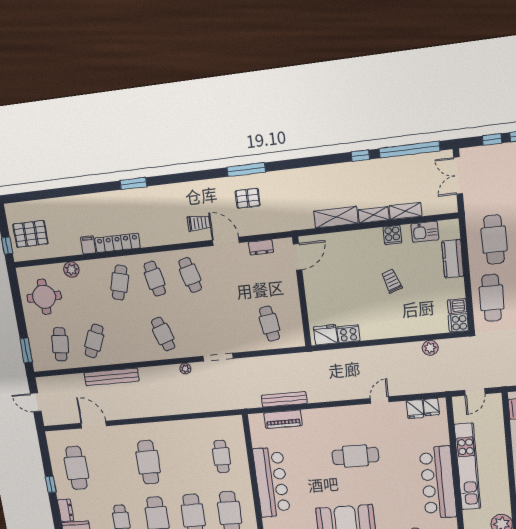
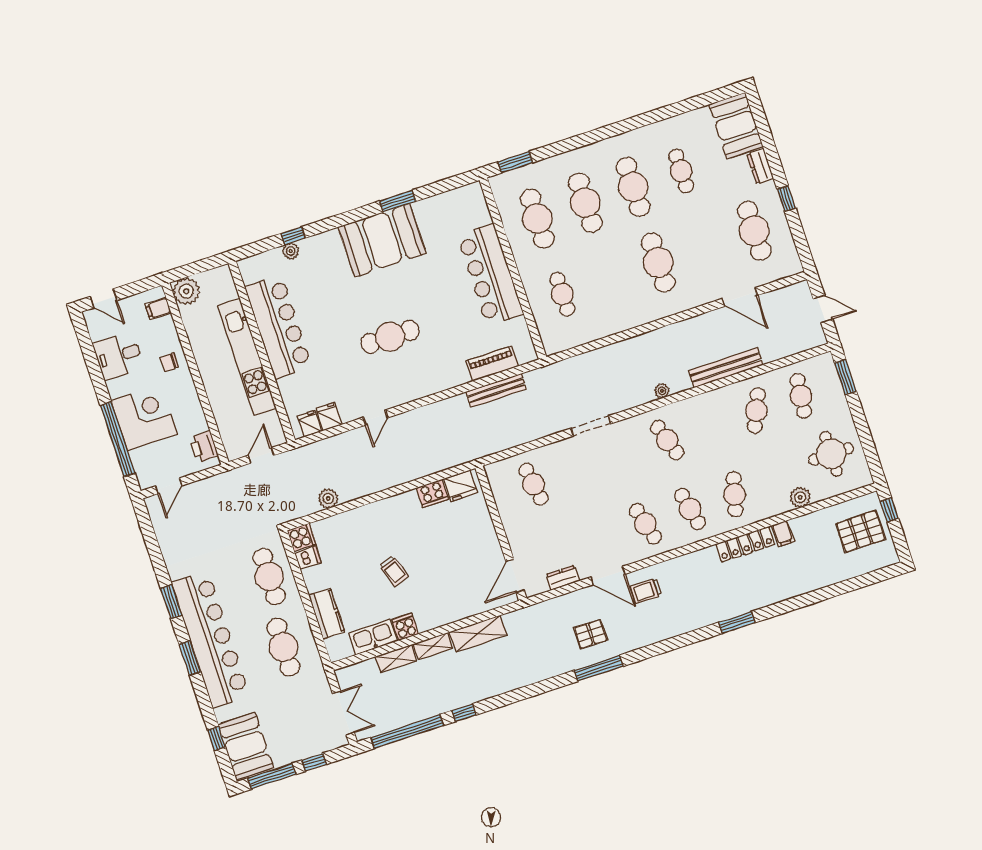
kitchen sink: (425, 232) -> (373, 637), width x1.38
plant: (185, 369) -> (662, 391), moved

